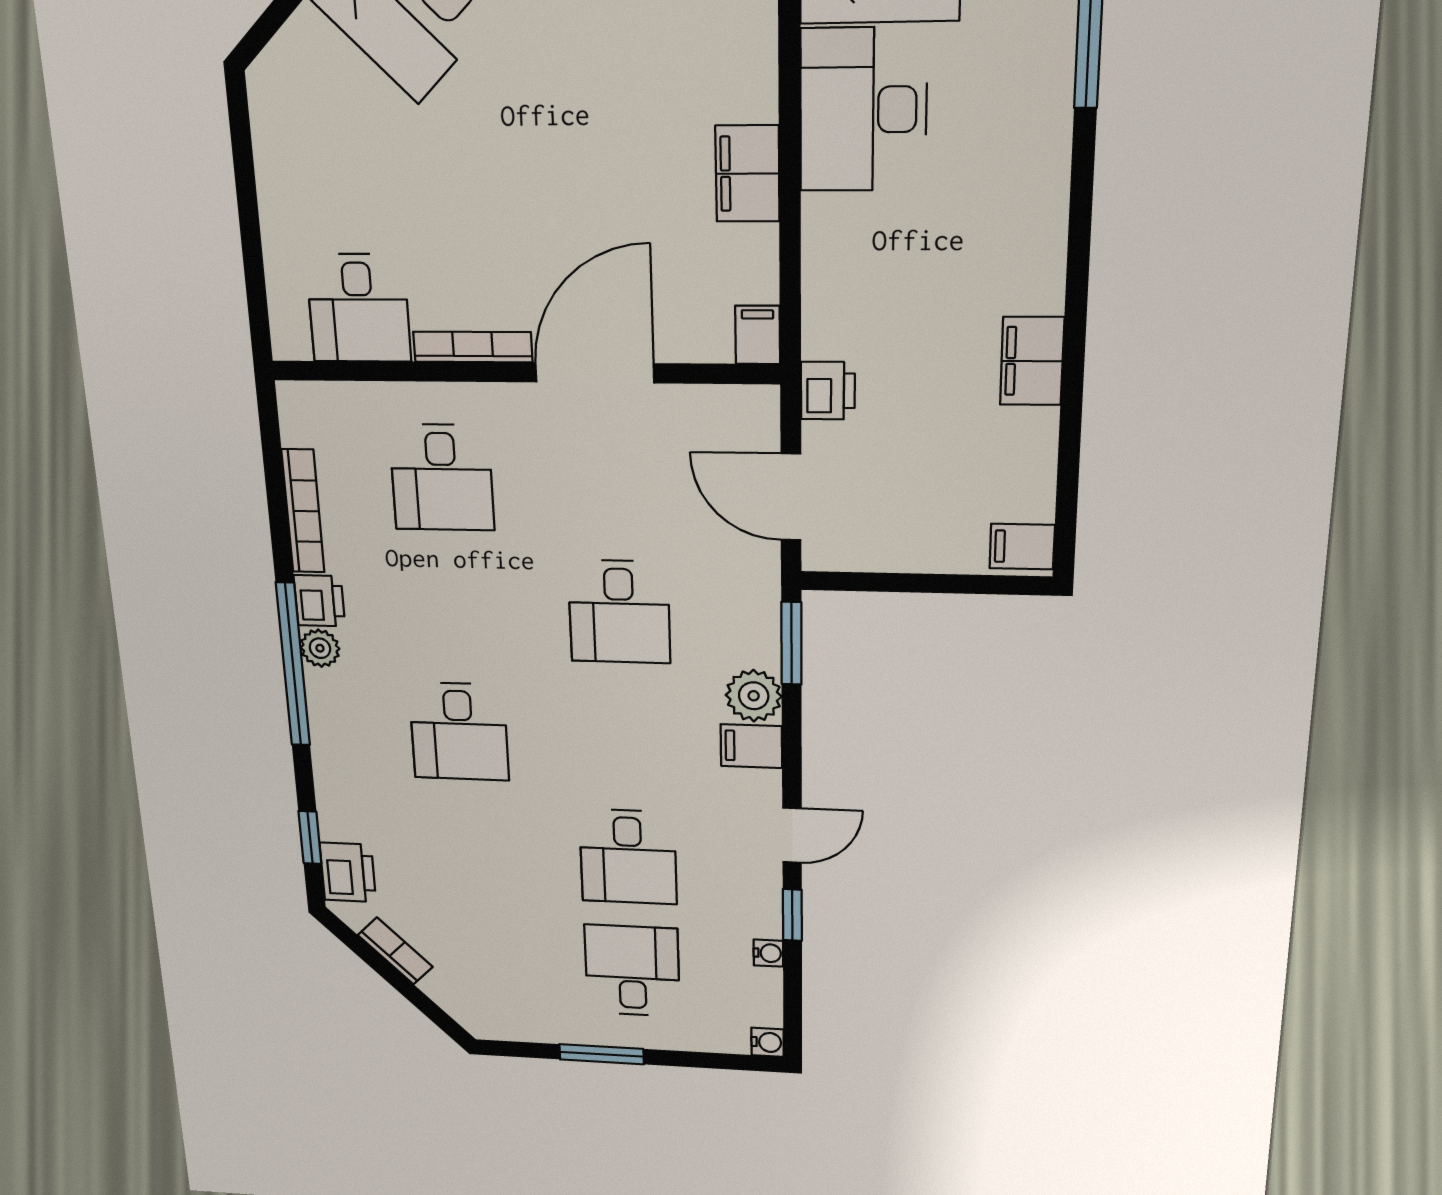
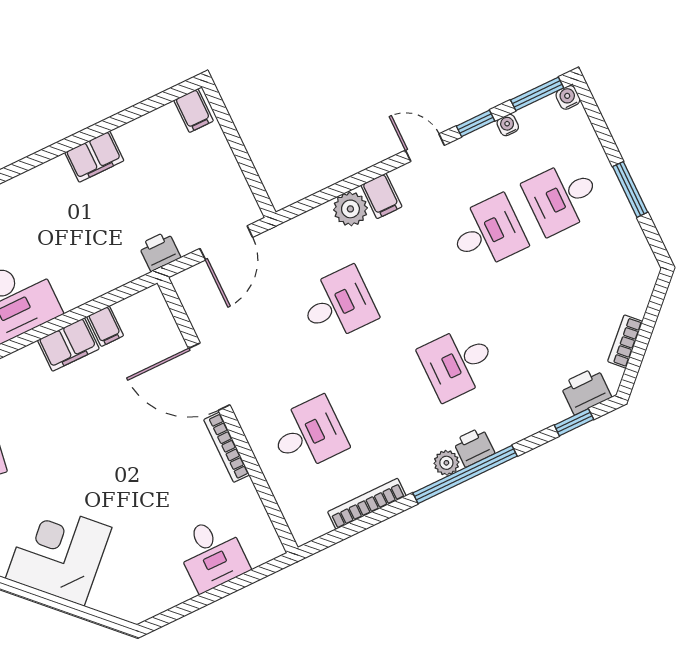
desk: (359, 308) -> (212, 554), moved, turned 90
filing cabinet: (758, 335) -> (105, 326), moved, turned -90
printer: (319, 601) -> (474, 447), moved
window: (791, 643) -> (537, 94), moved
desk: (459, 731) -> (458, 363), turned 180

